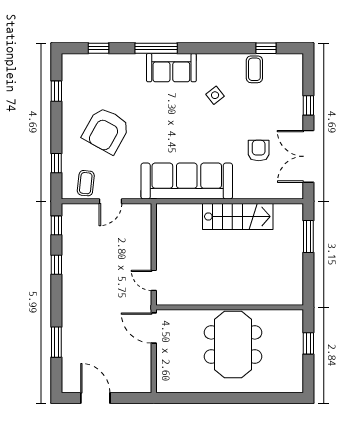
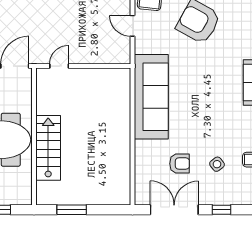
side table: (215, 95) -> (217, 164), moved
stairs: (238, 216) -> (48, 148), moved, turned 180
window: (308, 236) -> (72, 210), moved

